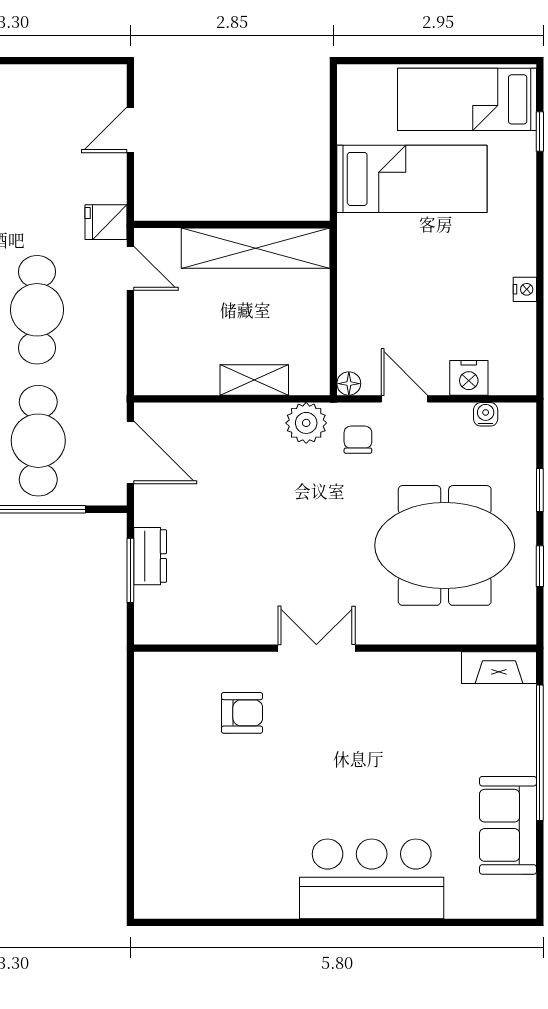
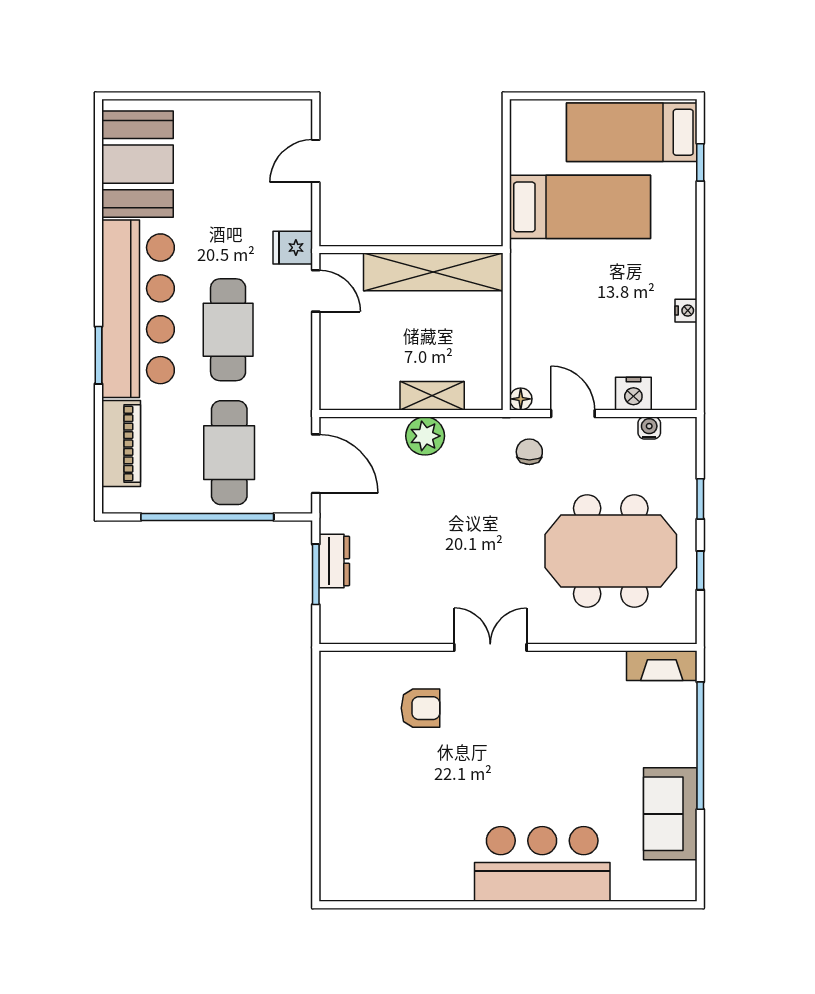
plant: (306, 423) -> (425, 436), moved

